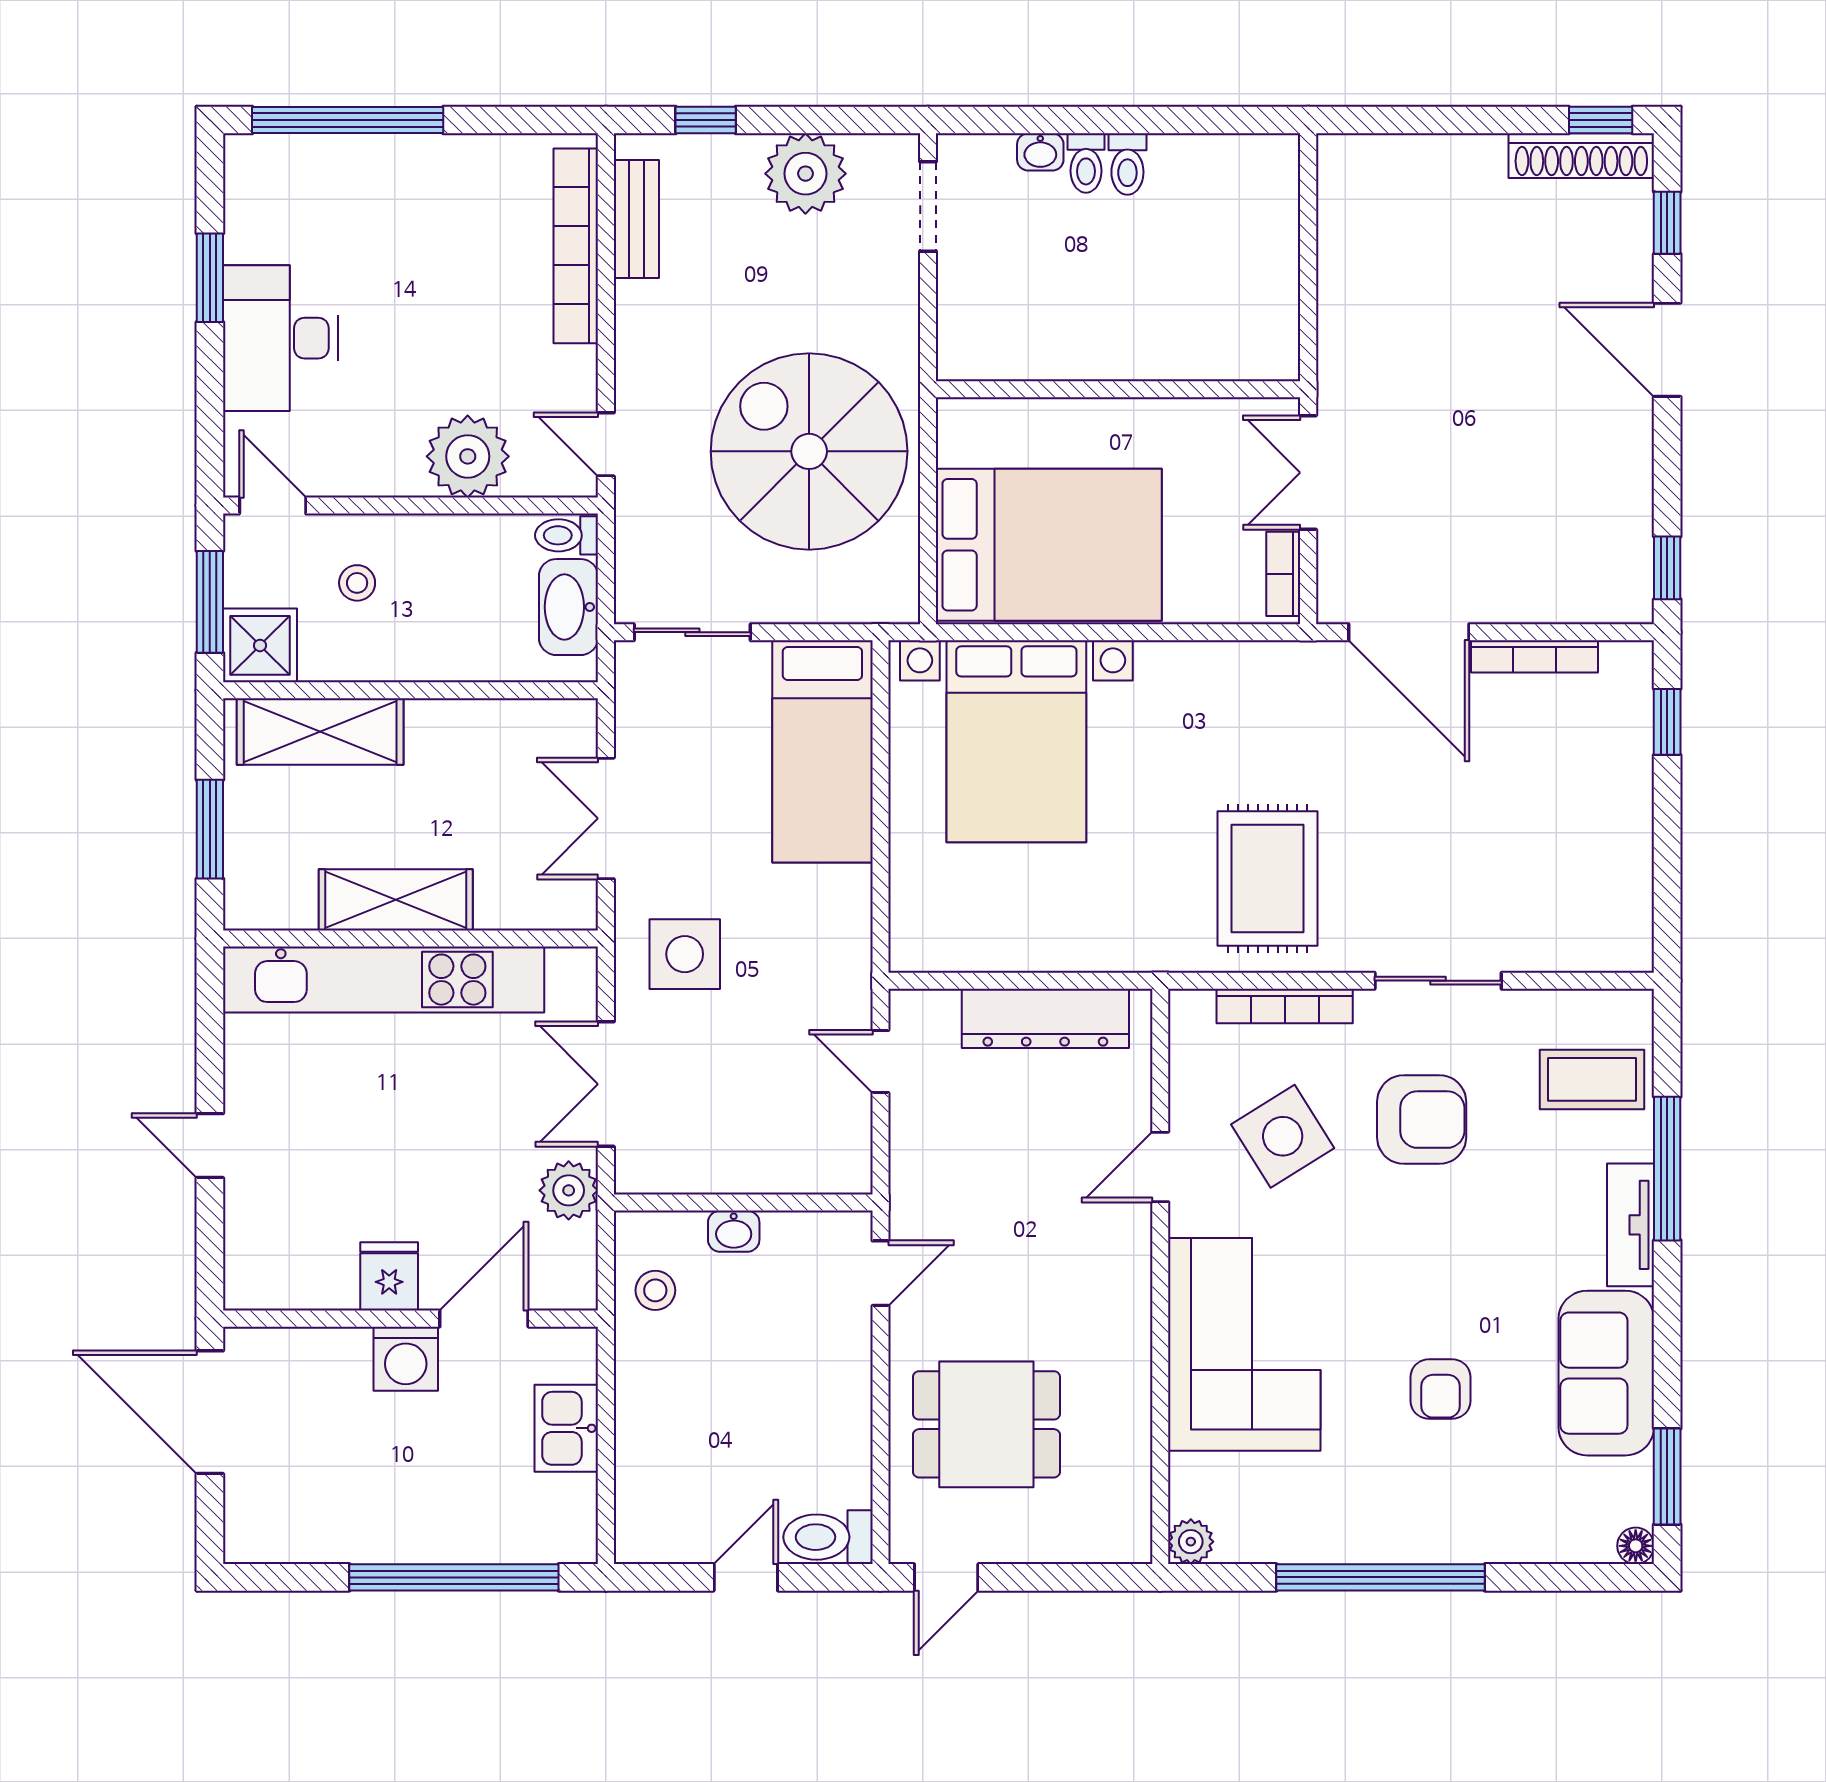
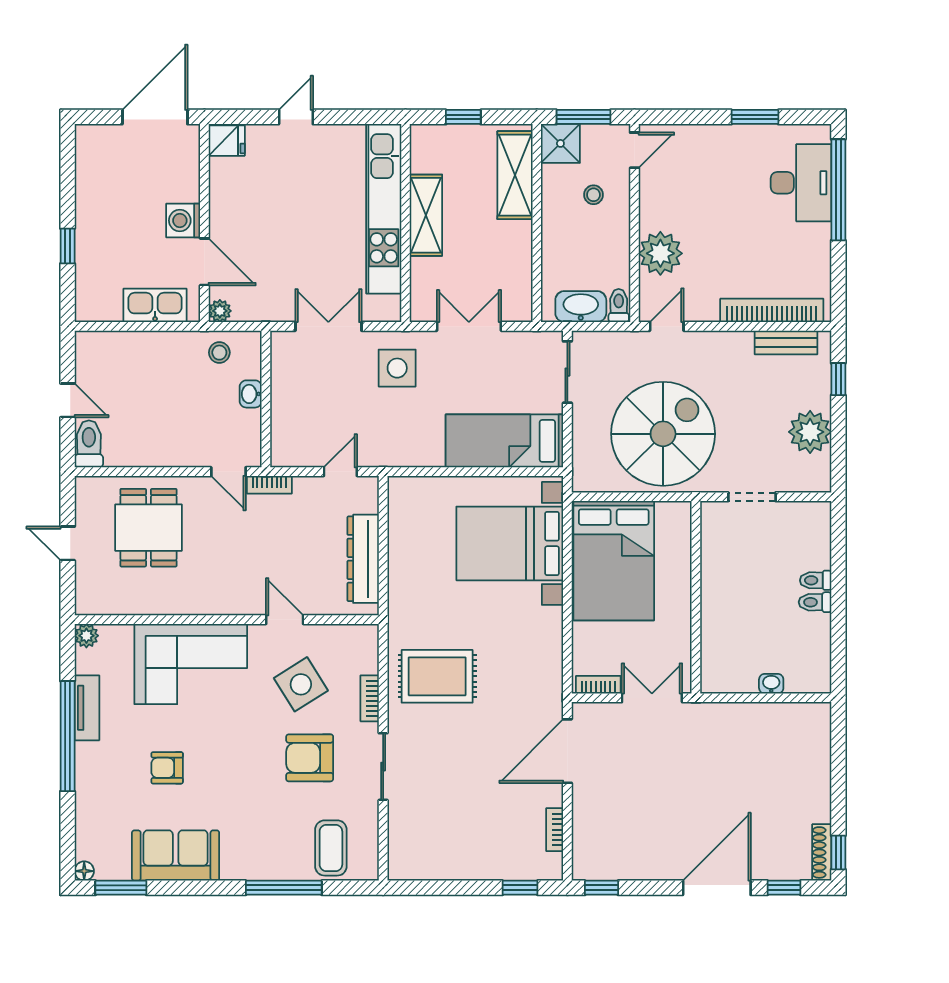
washbasin: (1040, 152) -> (771, 684), moved, turned 90
shoe rack: (1581, 156) -> (822, 852), width x0.74, depth x0.81
doorway: (928, 207) -> (752, 497), moved
desk: (280, 338) -> (801, 183), moved, turned 90
door: (1667, 350) -> (717, 888), width x1.36
bookcase: (1535, 656) -> (555, 830), width x0.64
window: (210, 829) -> (463, 117), width x0.67
bookcase: (1285, 1006) -> (370, 698), width x0.64
armchair: (1422, 1120) -> (310, 758), turned 90
plant: (569, 1190) -> (220, 311), moved, width x0.73, depth x0.73
bookcase: (905, 1196) -> (269, 485), added
tv unit: (1631, 1225) -> (87, 708), moved, turned 90
fridge: (389, 1276) -> (227, 141), moved
kitchen sink: (566, 1428) -> (155, 305), width x1.38
window: (454, 1577) -> (68, 246), width x0.32
door: (946, 1577) -> (68, 543), moved

